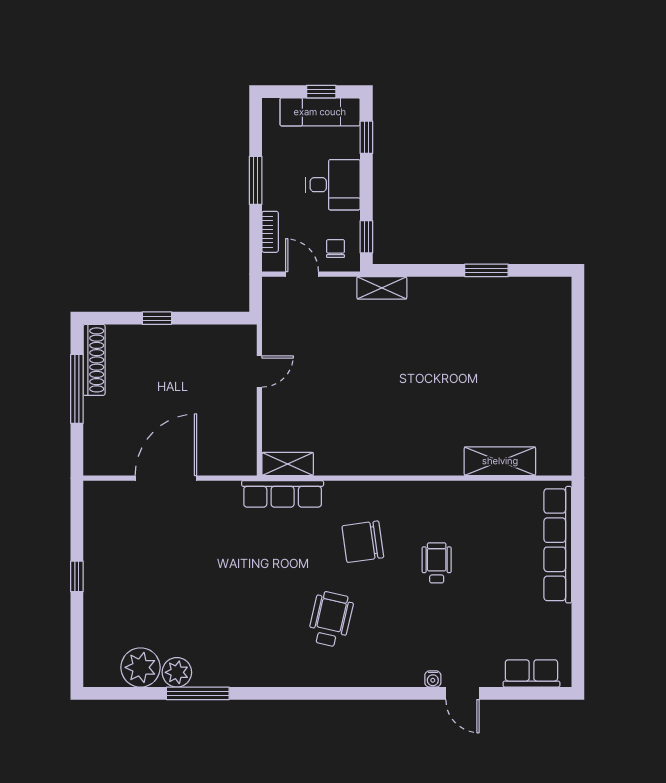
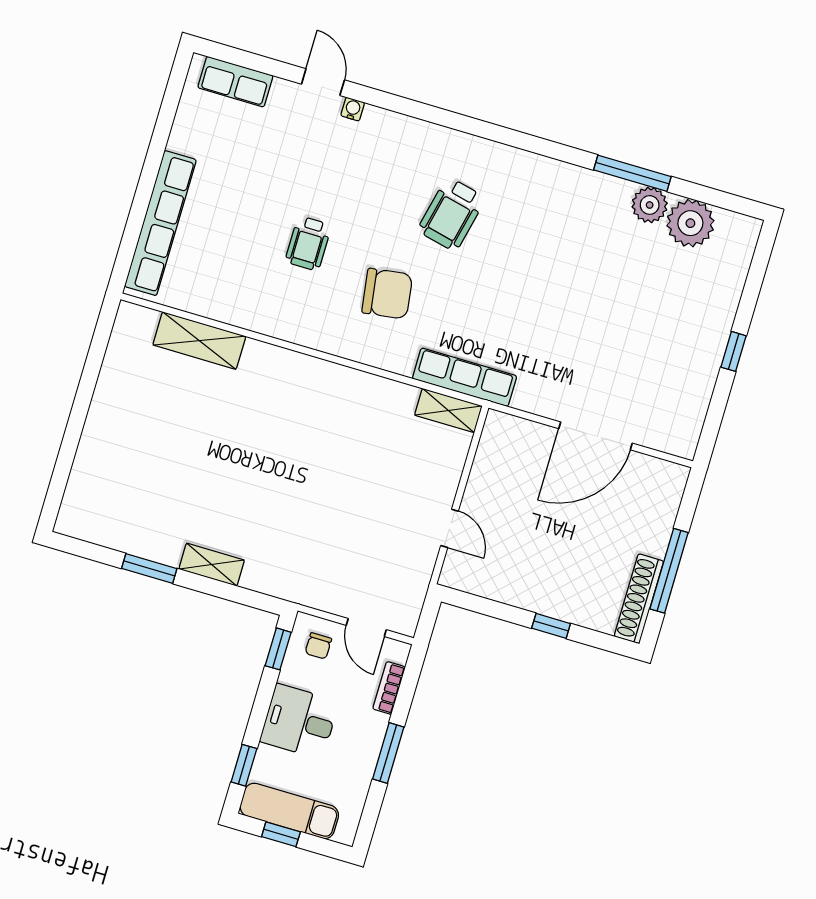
shelving: (382, 288) -> (212, 565), moved
door: (259, 371) -> (450, 528), swing flipped

